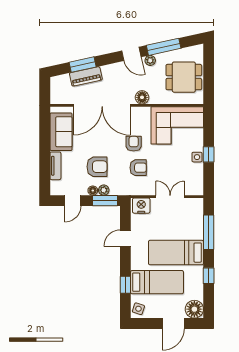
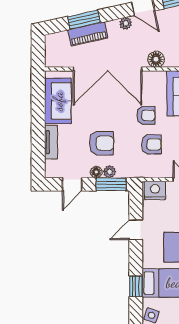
plant: (150, 60) -> (126, 23), moved
armchair: (134, 144) -> (146, 115), turned 90

